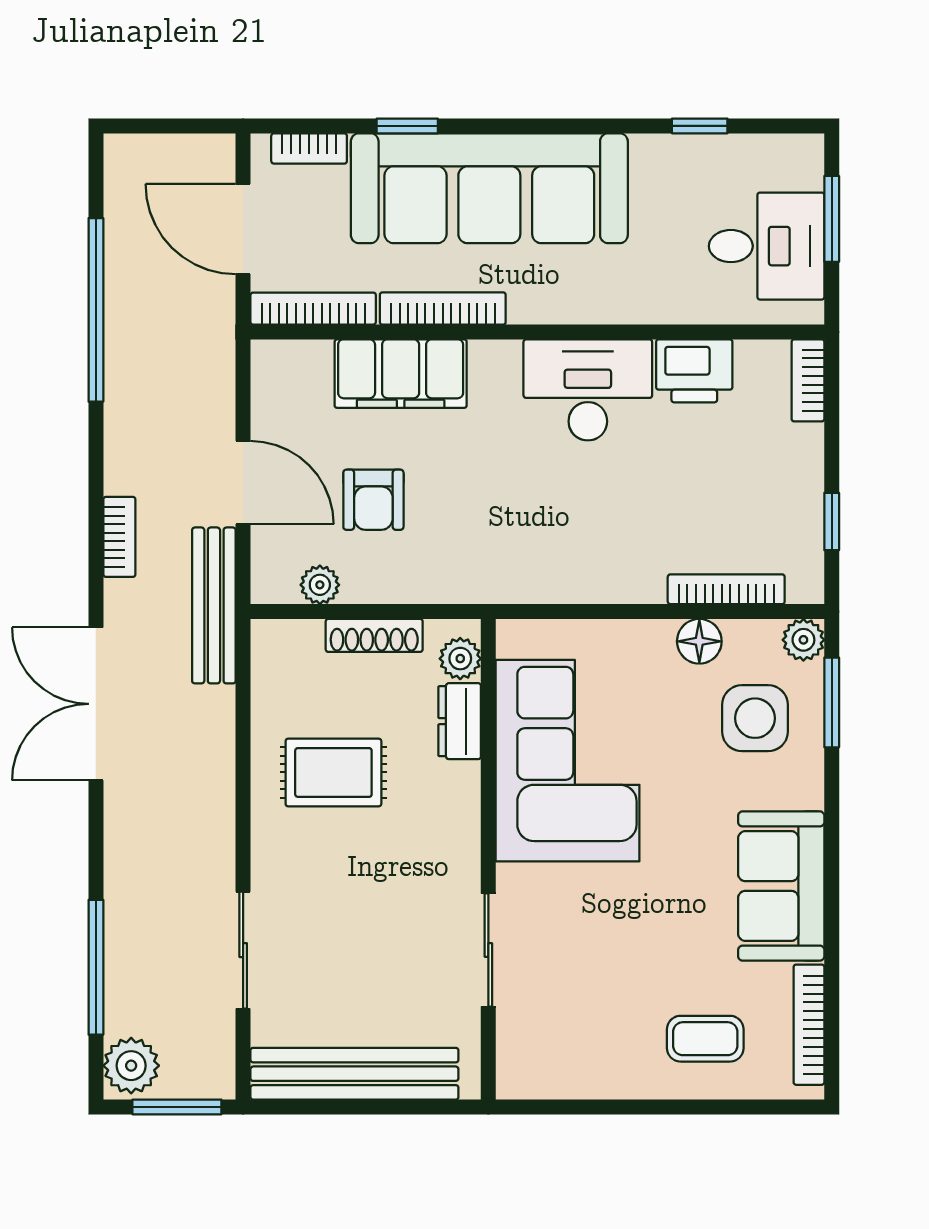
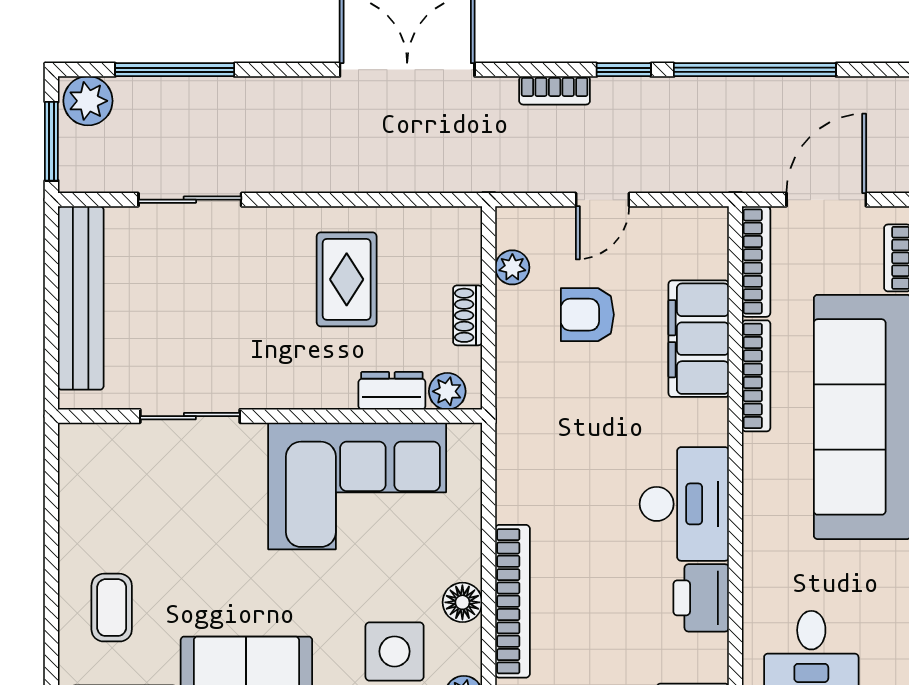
window: (96, 458) -> (624, 70), added
door: (243, 483) -> (603, 200), width x0.73
bookcase: (726, 589) -> (512, 601), width x1.48, depth x1.31
bench: (214, 605) -> (494, 174), removed
shoe rack: (374, 635) -> (468, 315), width x0.70

